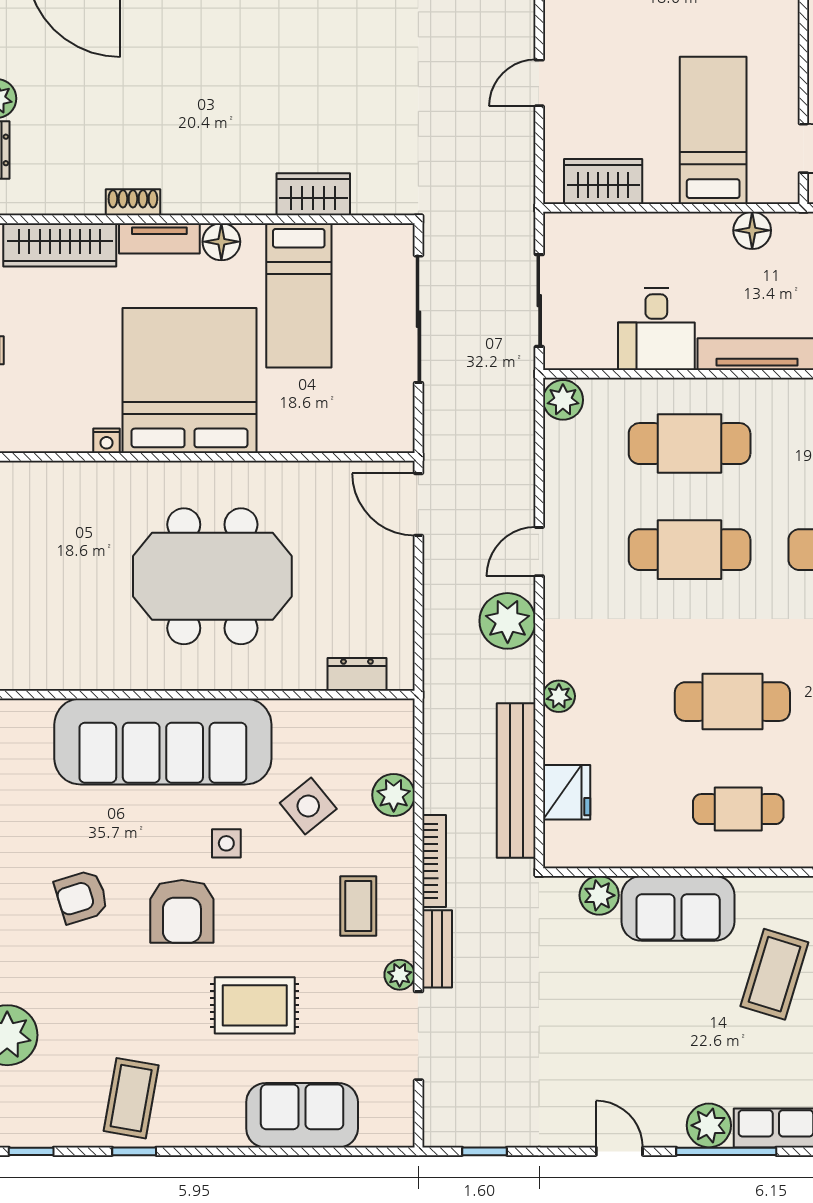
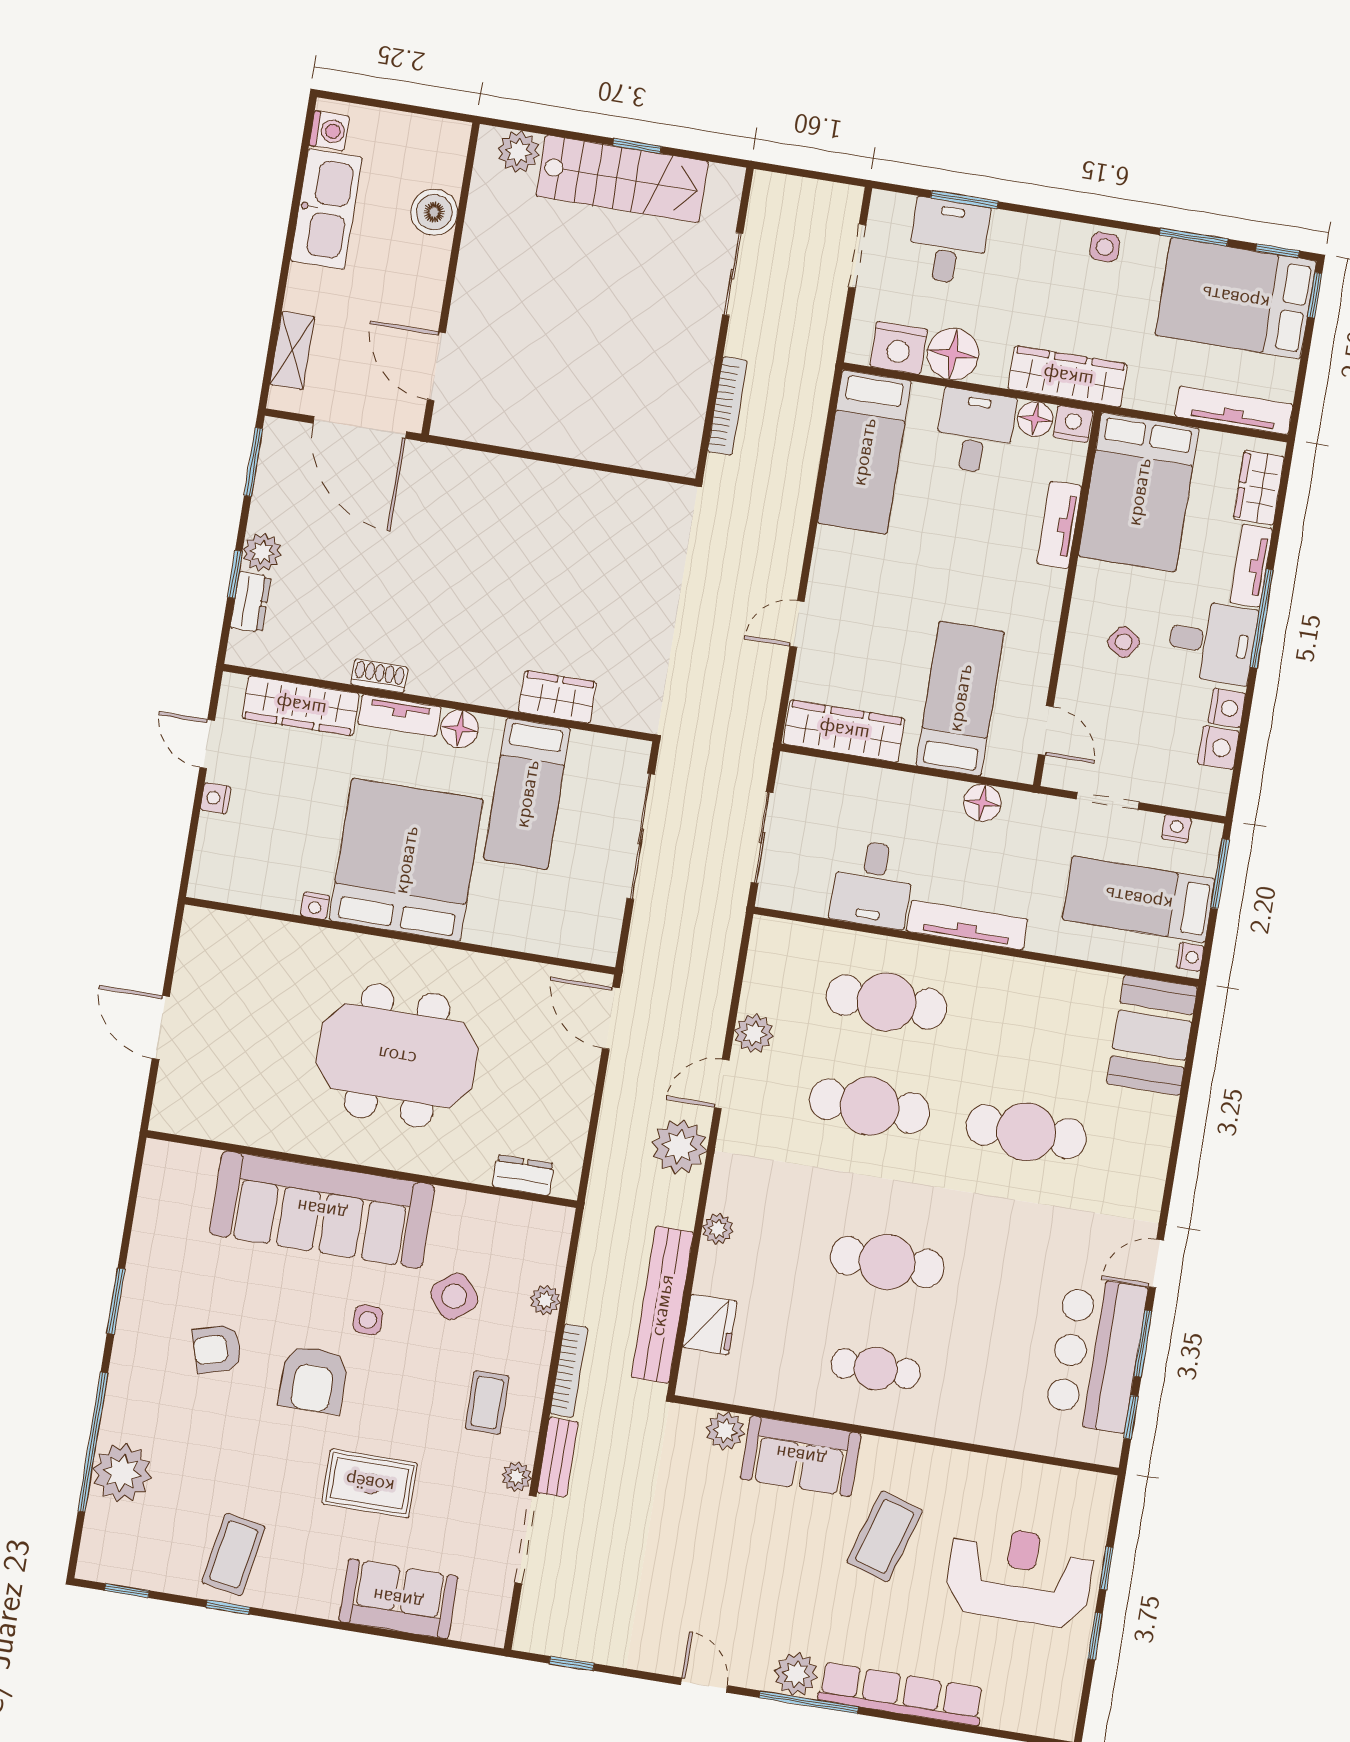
wardrobe: (603, 182) -> (844, 731), width x1.50
plant: (563, 400) -> (754, 1033), moved
plant: (394, 795) -> (545, 1300), width x0.73, depth x0.73

